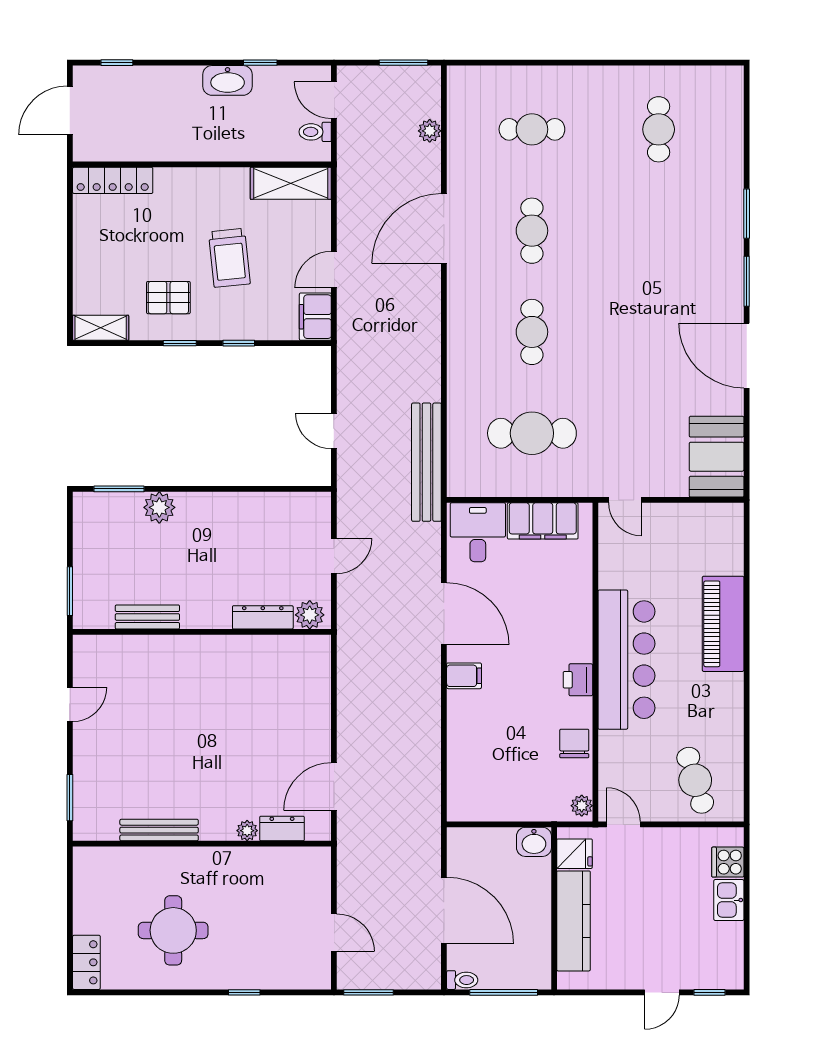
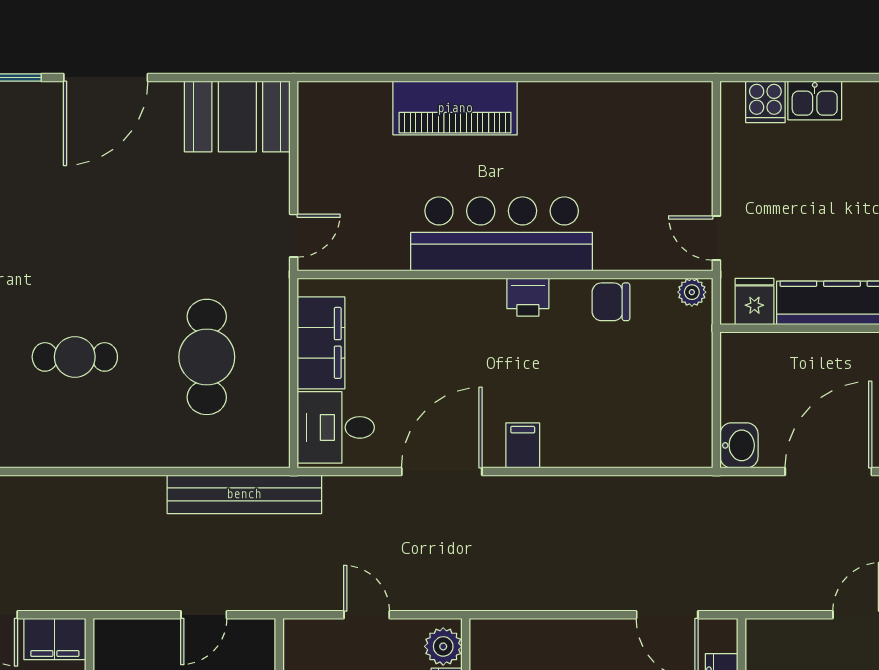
cafe table: (695, 780) -> (659, 144), removed
door: (623, 824) -> (716, 238), hinge flipped
washbasin: (534, 842) -> (739, 445), moved

